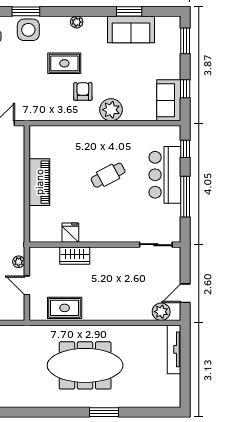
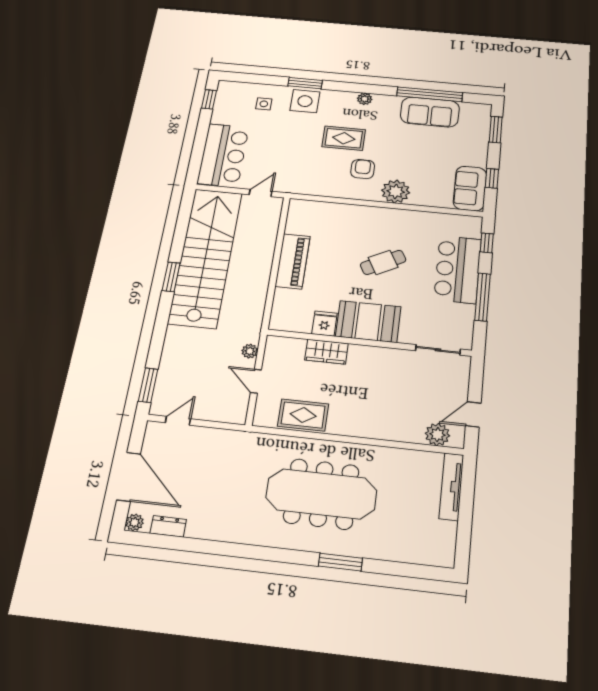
window: (129, 11) -> (430, 94), width x2.11
booth: (102, 227) -> (368, 322), added

